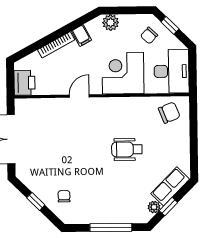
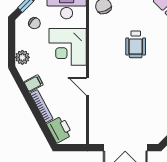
printer: (24, 83) -> (60, 129), moved, turned 62

